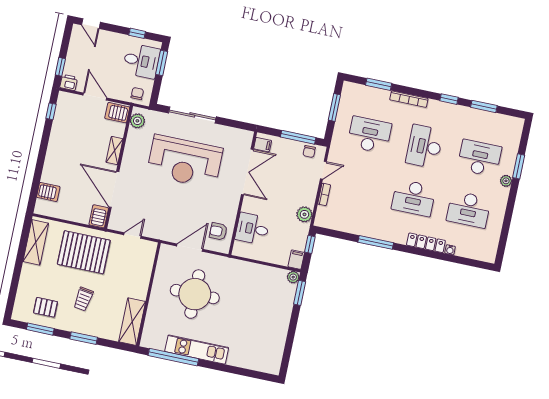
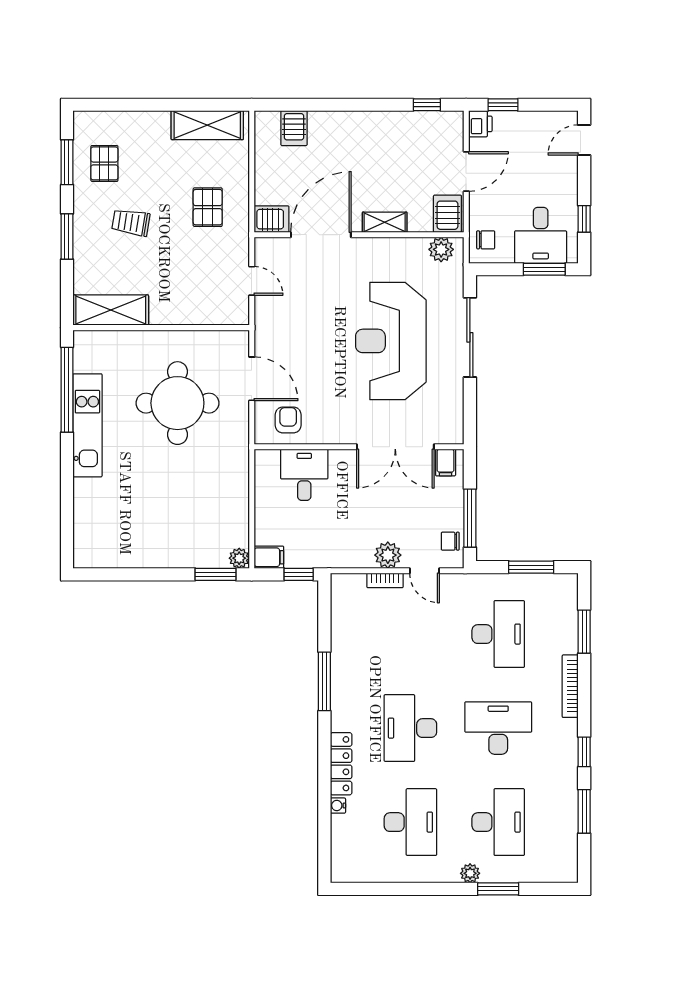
desk: (469, 209) -> (410, 822), turned 180
plant: (304, 214) -> (388, 555), moved
pallet: (84, 252) -> (208, 207), width x0.49, depth x0.50

